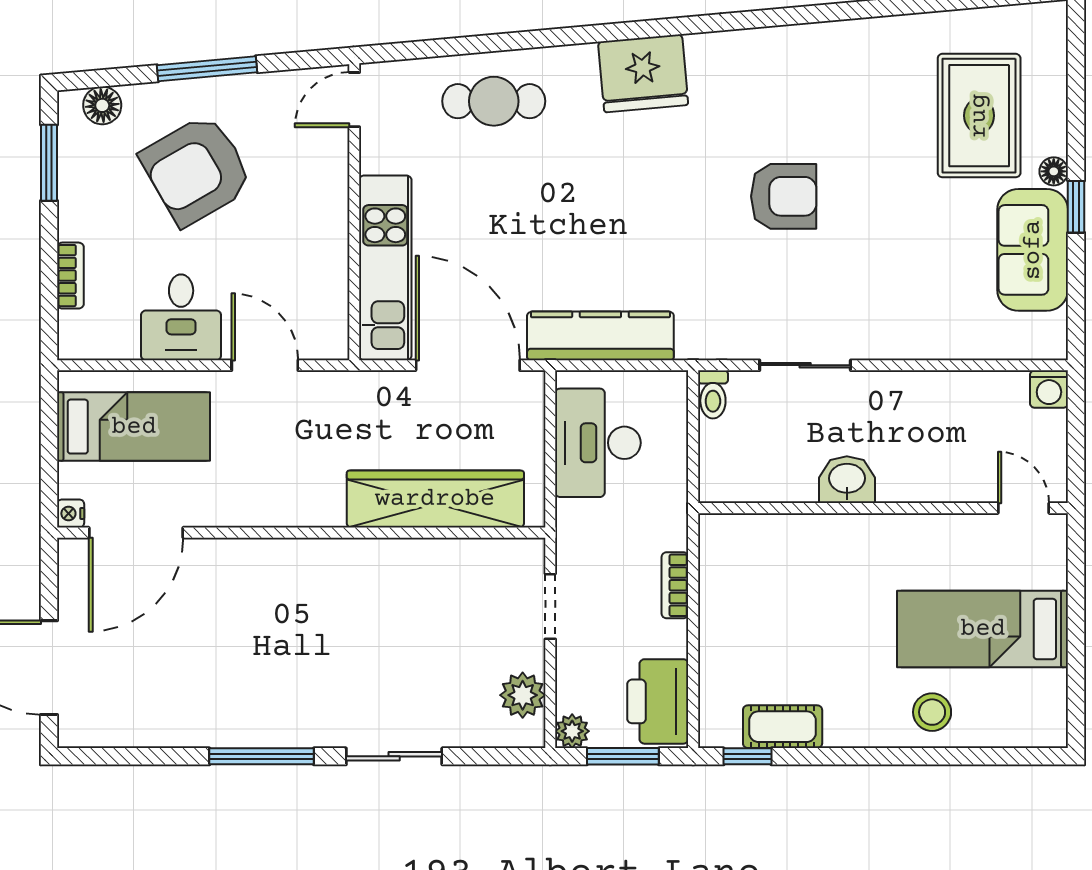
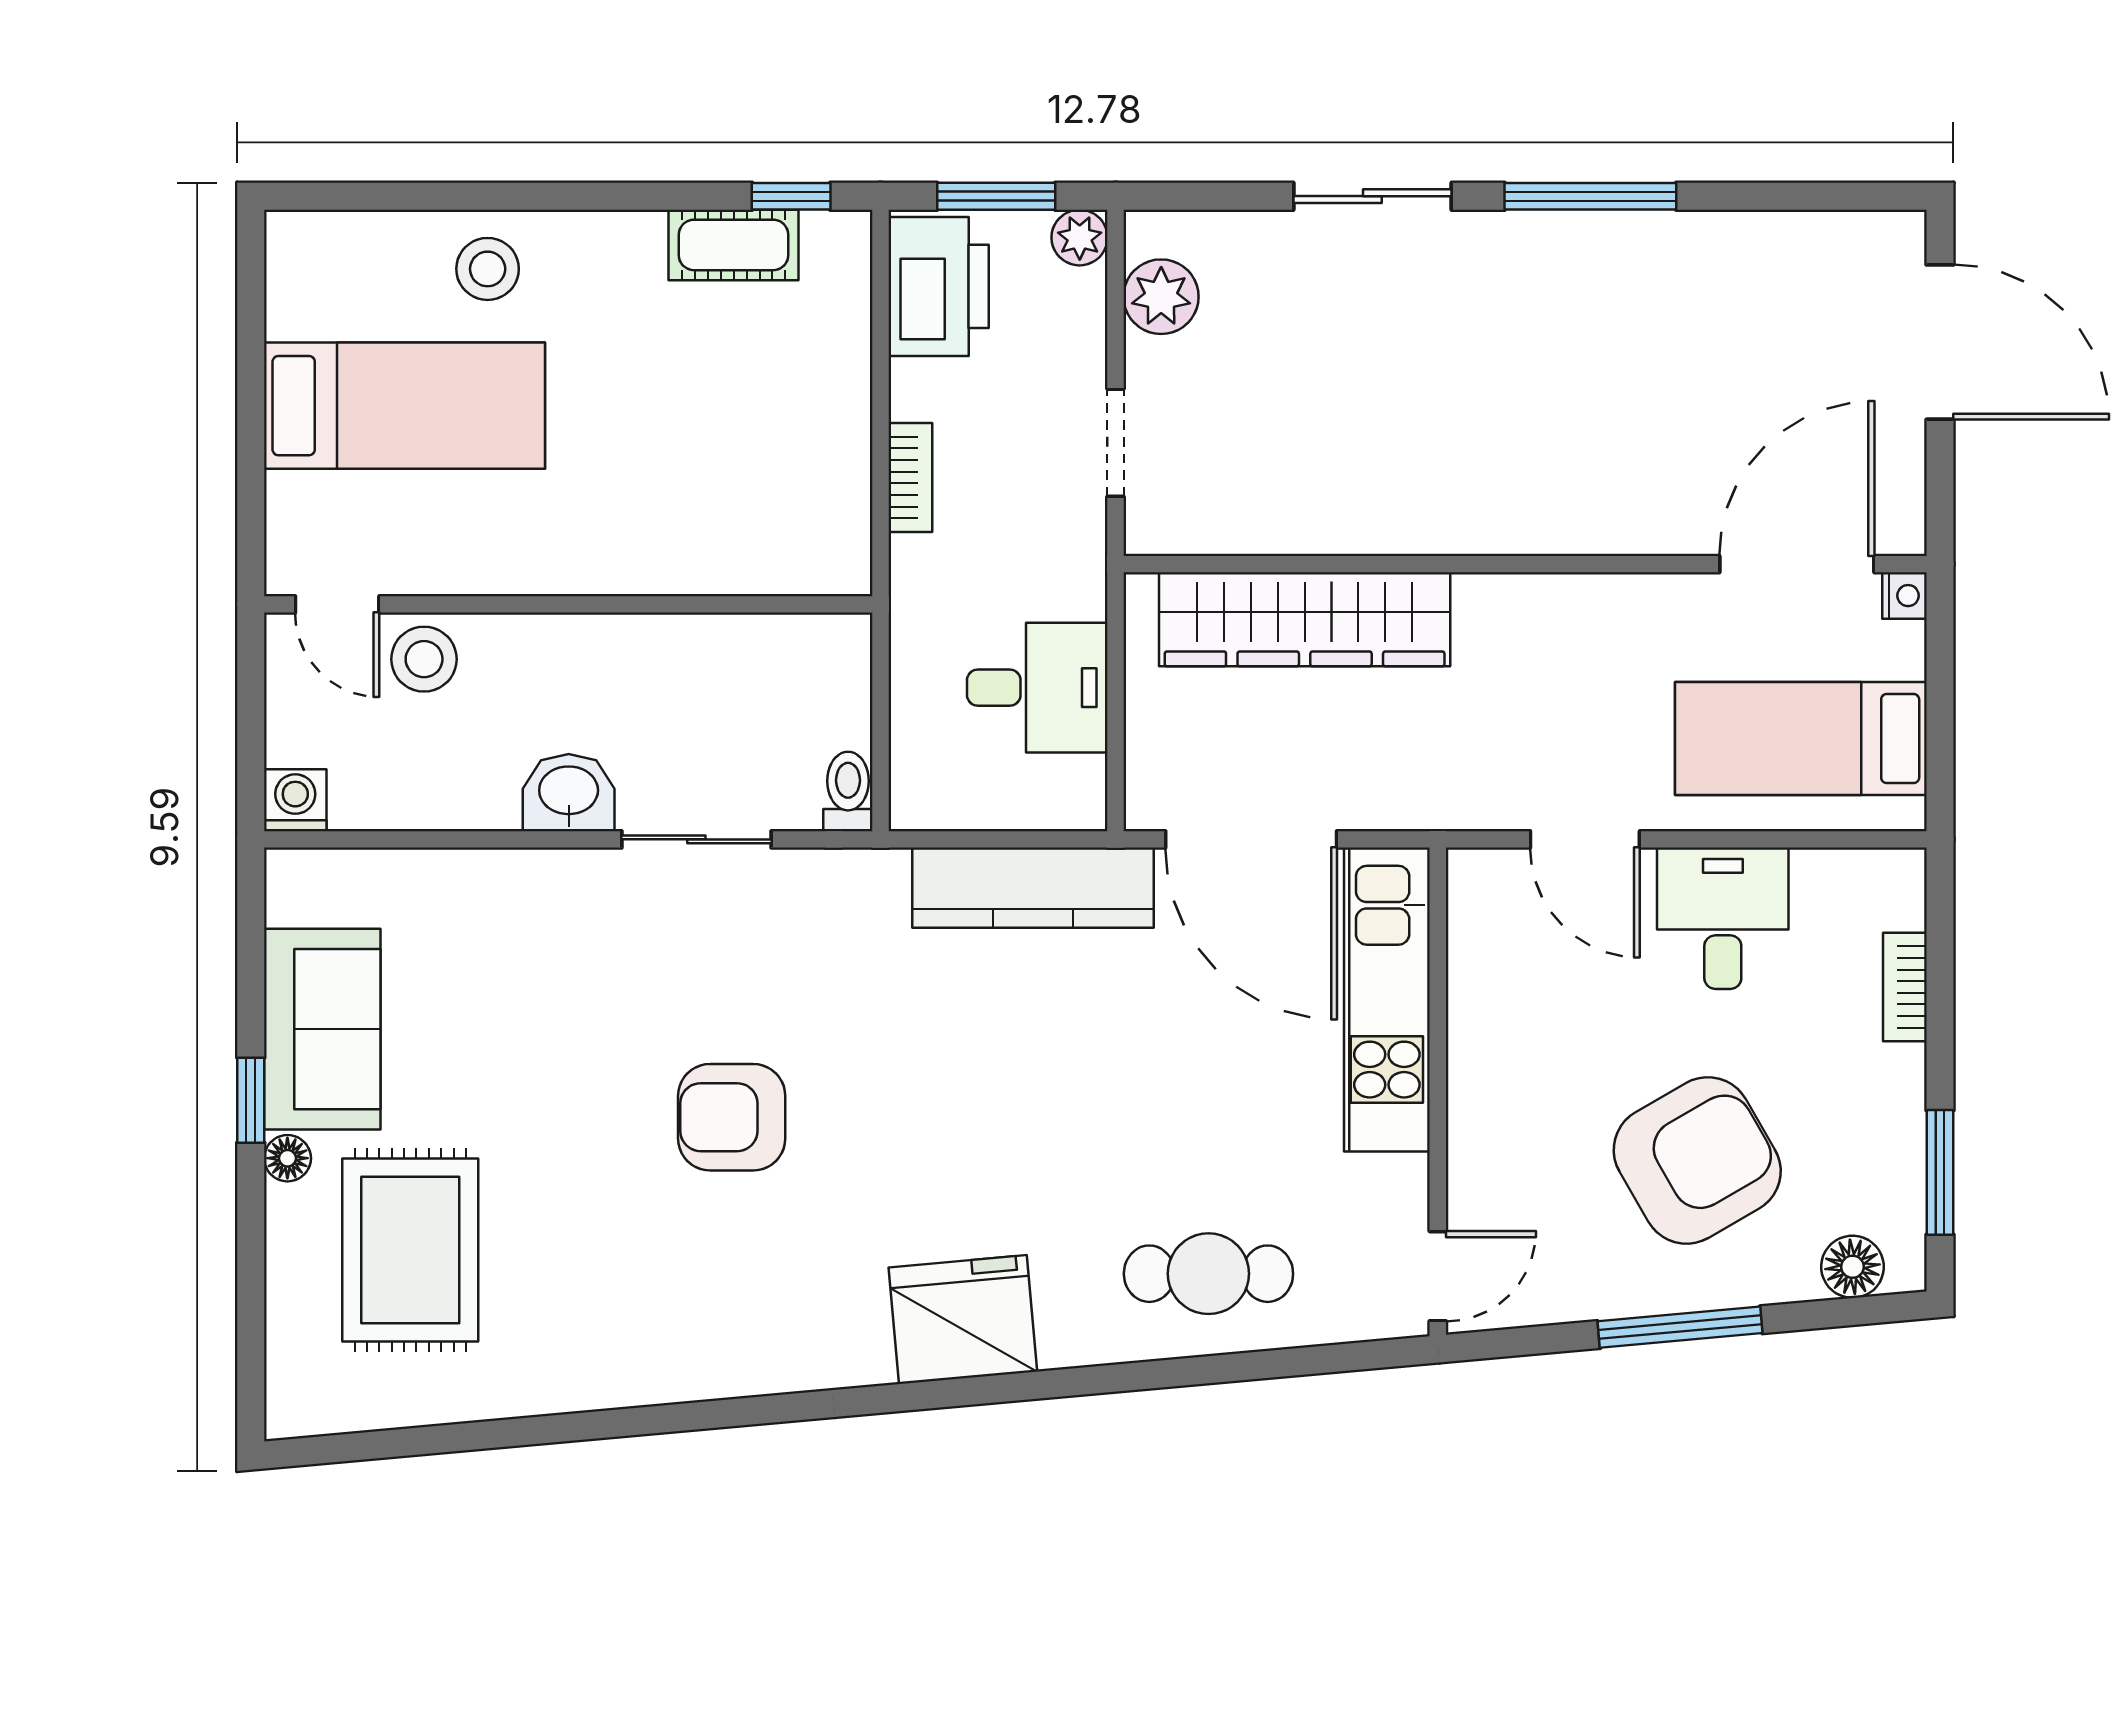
desk: (598, 443) -> (1037, 688), width x0.73
stool: (971, 475) -> (424, 659), added
washbasin: (847, 480) -> (569, 793), moved, turned 180

